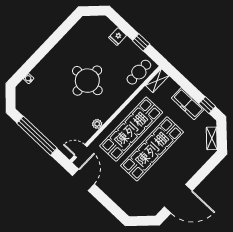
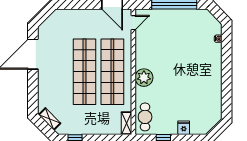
round table: (87, 81) -> (176, 77), removed
freezer: (188, 104) -> (90, 127), removed
plant: (97, 124) -> (144, 78), moved, width x1.88, depth x1.88

